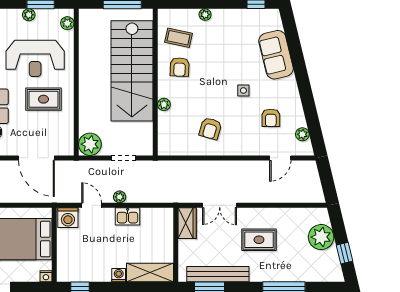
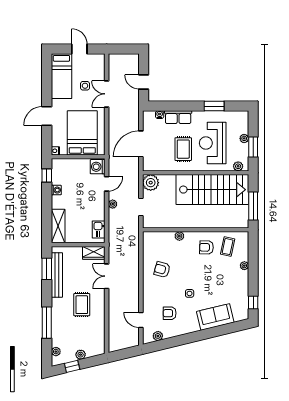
stairs: (132, 71) -> (212, 190), moved, turned 180
kitchen sink: (128, 216) -> (99, 230), moved
plant: (321, 237) -> (81, 355), width x0.53, depth x0.53
washing machine: (119, 275) -> (56, 190), moved
plant: (324, 276) -> (56, 352), added

